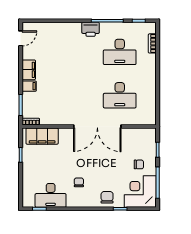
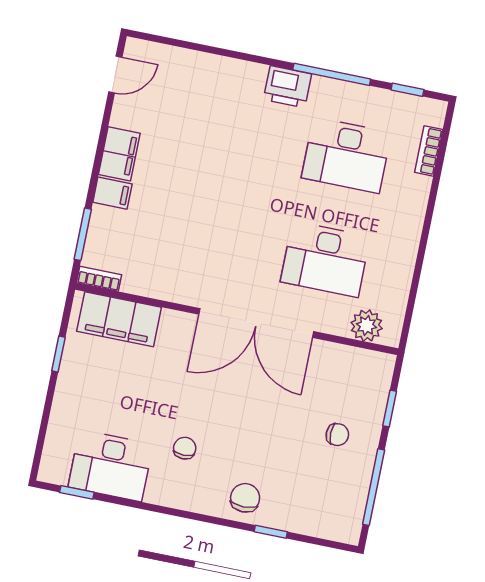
plant: (142, 118) -> (367, 326), added
corner desk: (140, 192) -> (328, 500), removed

